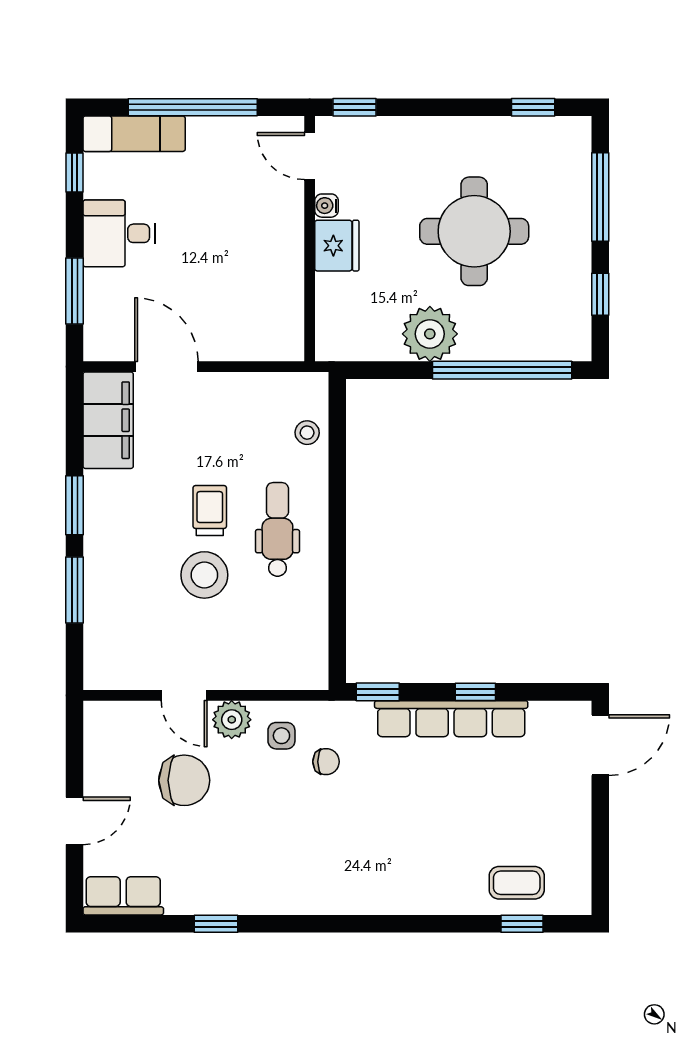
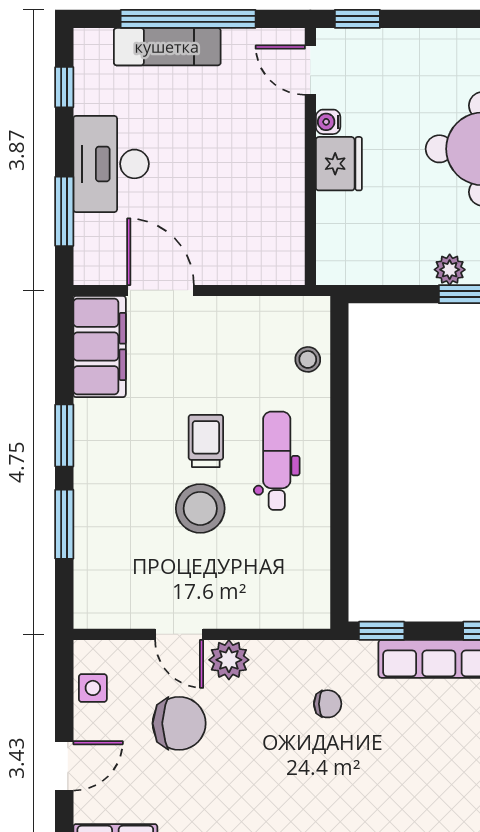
exam couch: (134, 134) -> (167, 47), moved
desk: (119, 233) -> (111, 164), width x1.37
plant: (430, 334) -> (450, 270), width x0.53, depth x0.53
side table: (281, 736) -> (93, 688), moved

